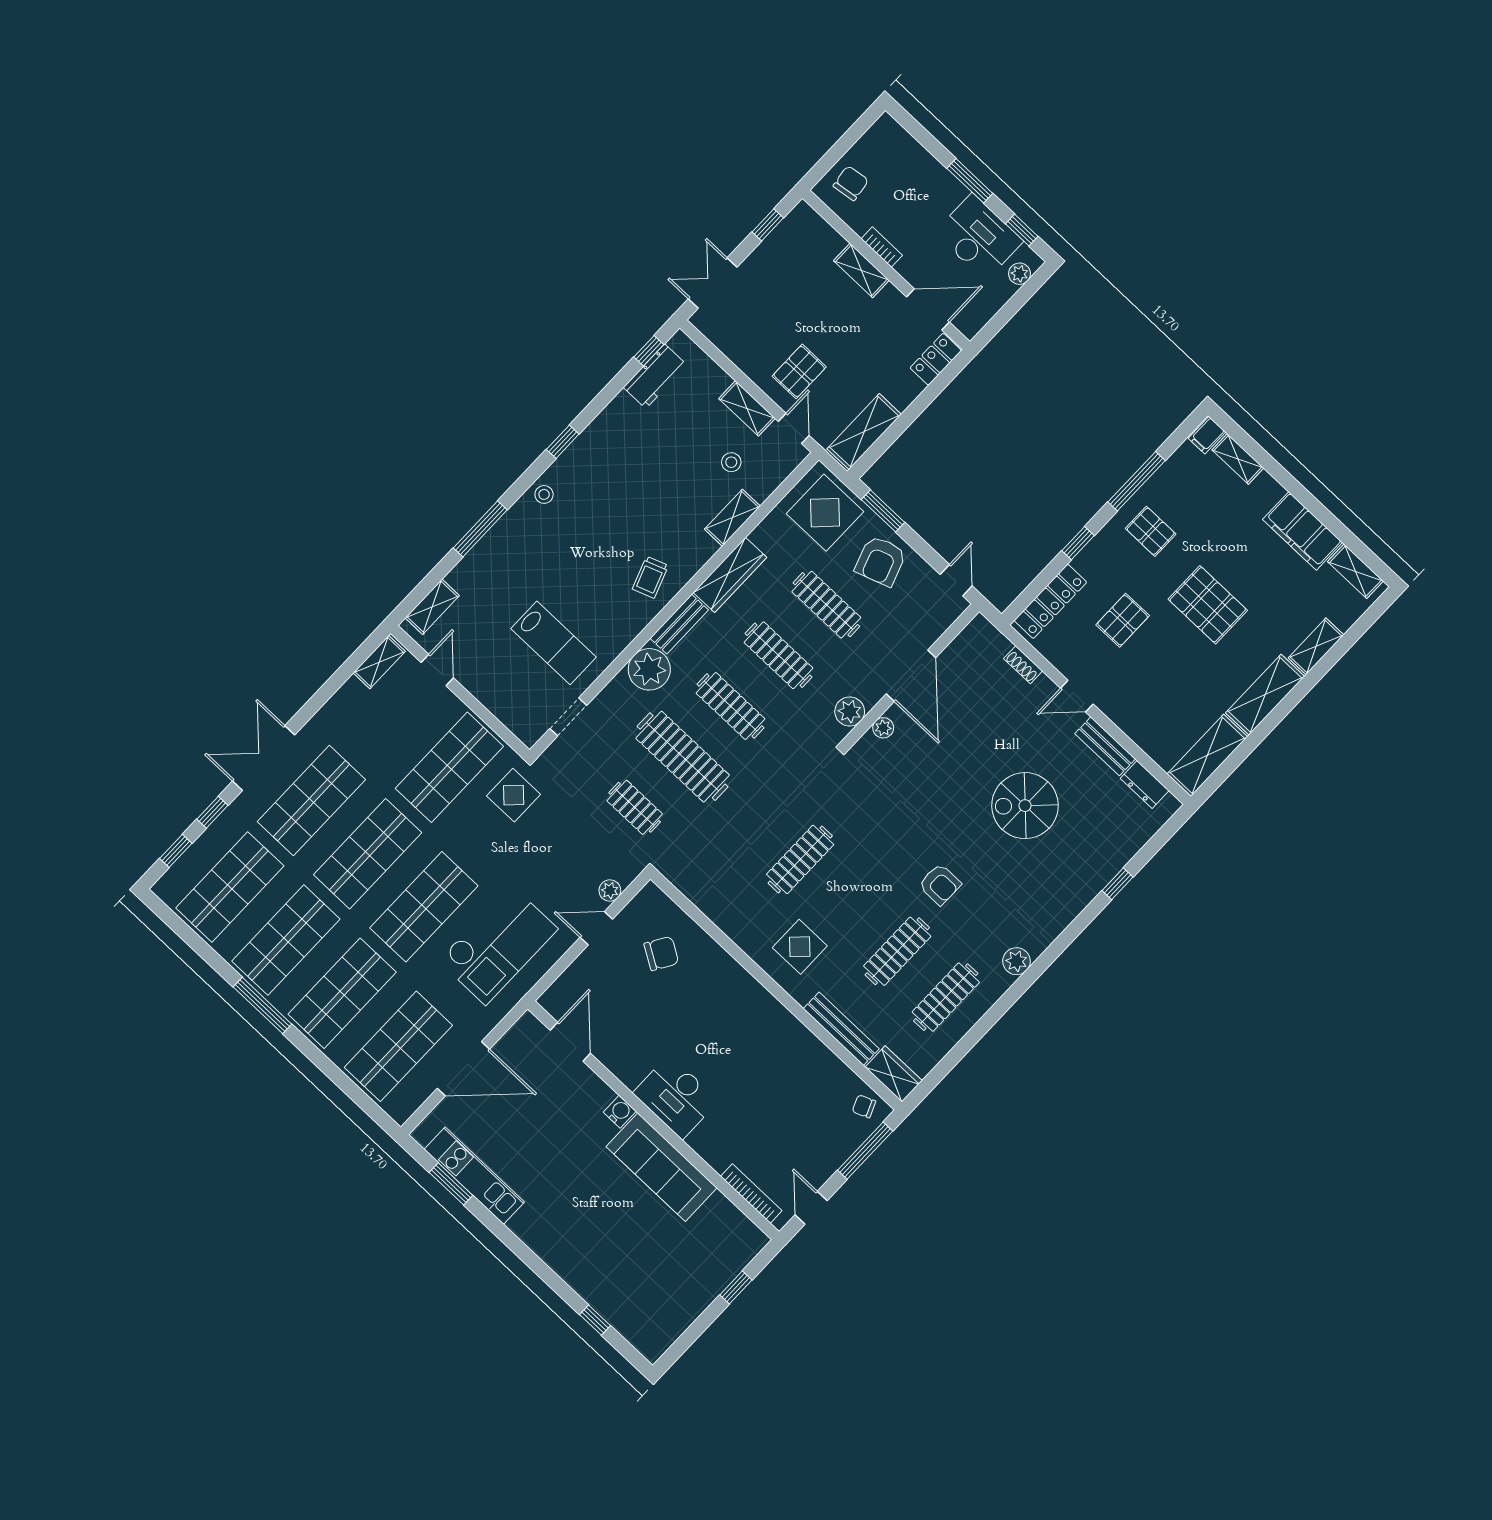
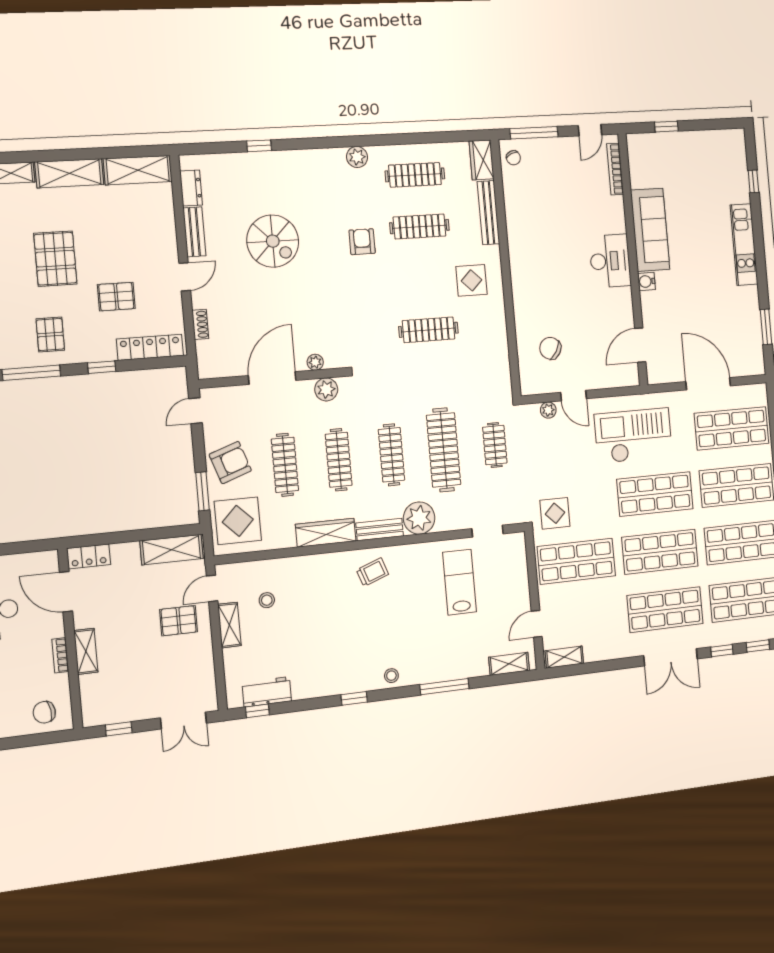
shelving: (732, 518) -> (295, 566), removed
door: (1077, 696) -> (185, 277), hinge flipped
kitchen unit: (474, 1176) -> (744, 245), moved

